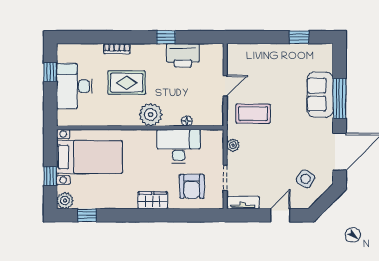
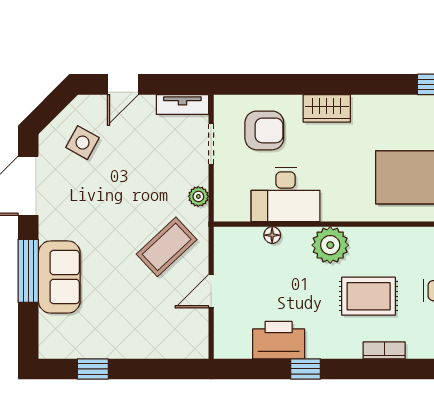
coffee table: (253, 114) -> (167, 247), turned -43
armchair: (192, 186) -> (264, 130), turned 90

